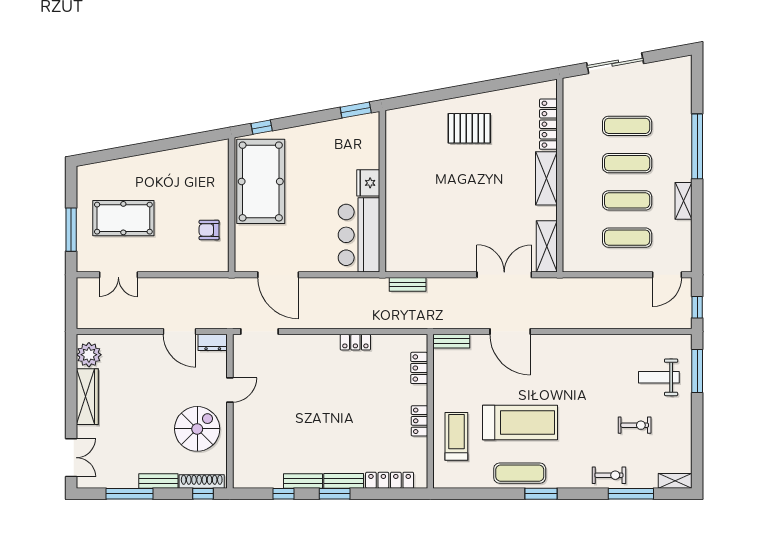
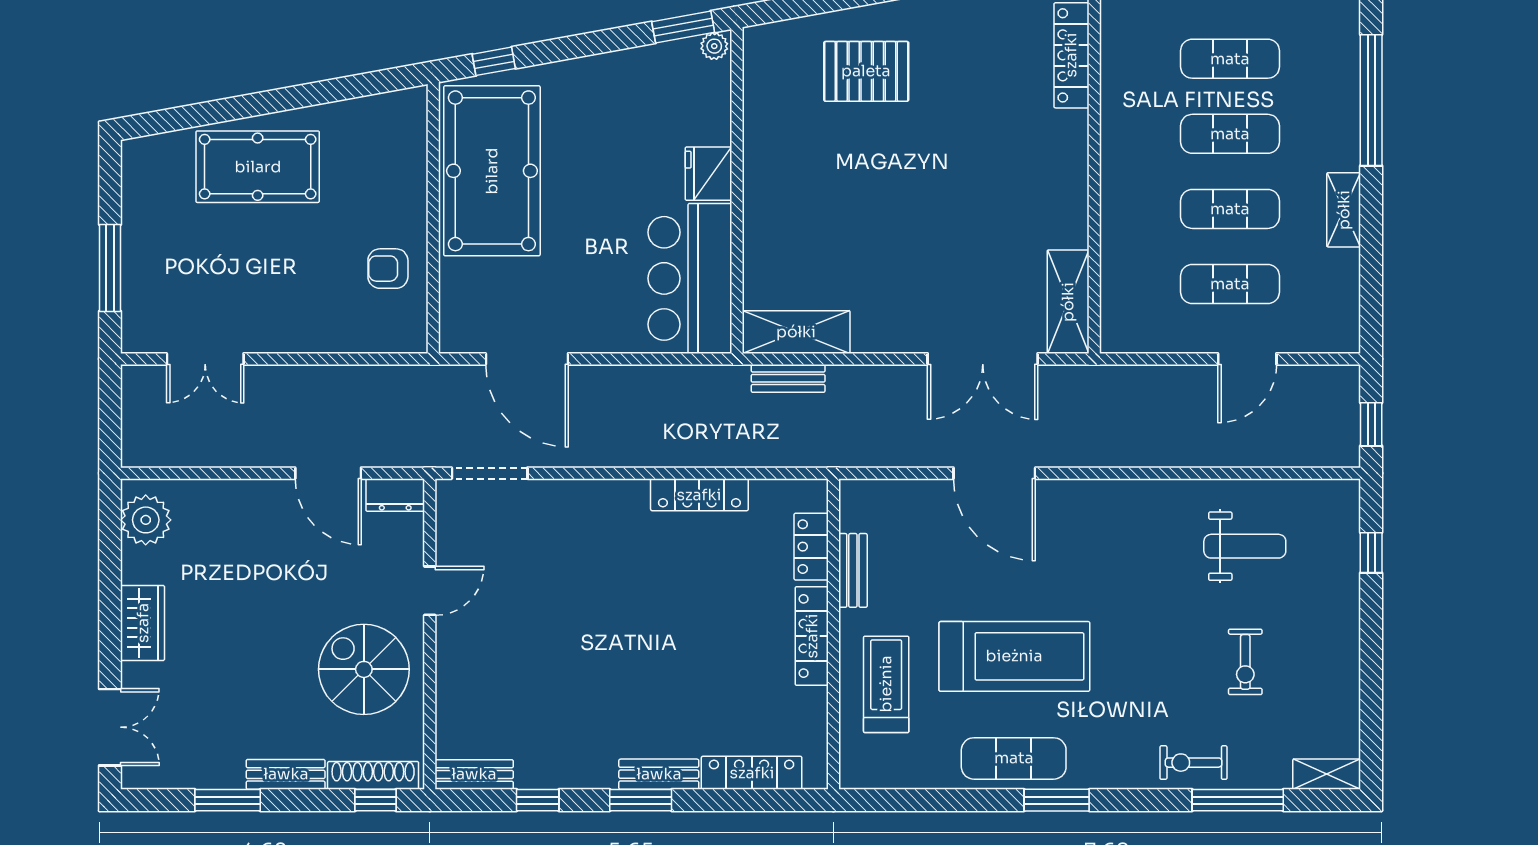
plant: (371, 120) -> (714, 46), added
pallet: (469, 128) -> (866, 71), moved
shelving: (546, 178) -> (796, 332), moved, turned 90
pool table: (123, 218) -> (258, 167), moved
double door: (504, 275) -> (983, 359), swing flipped
door: (667, 275) -> (1247, 359), moved
bench: (451, 341) -> (853, 570), moved, turned 90
locker: (355, 342) -> (699, 495), width x1.53
window: (697, 371) -> (1371, 553), width x0.46
weight bench: (659, 377) -> (1245, 546), moved, turned 180
wardrobe: (87, 397) -> (143, 623), width x0.67
locker: (419, 421) -> (812, 636), width x1.53
exercise bike: (635, 425) -> (1245, 662), turned 90
spiral stairs: (197, 429) -> (364, 669), turned -90
exercise bike: (609, 475) -> (1193, 763), turned 180
bench: (303, 481) -> (474, 774), moved
window: (129, 494) -> (228, 800), width x0.69

